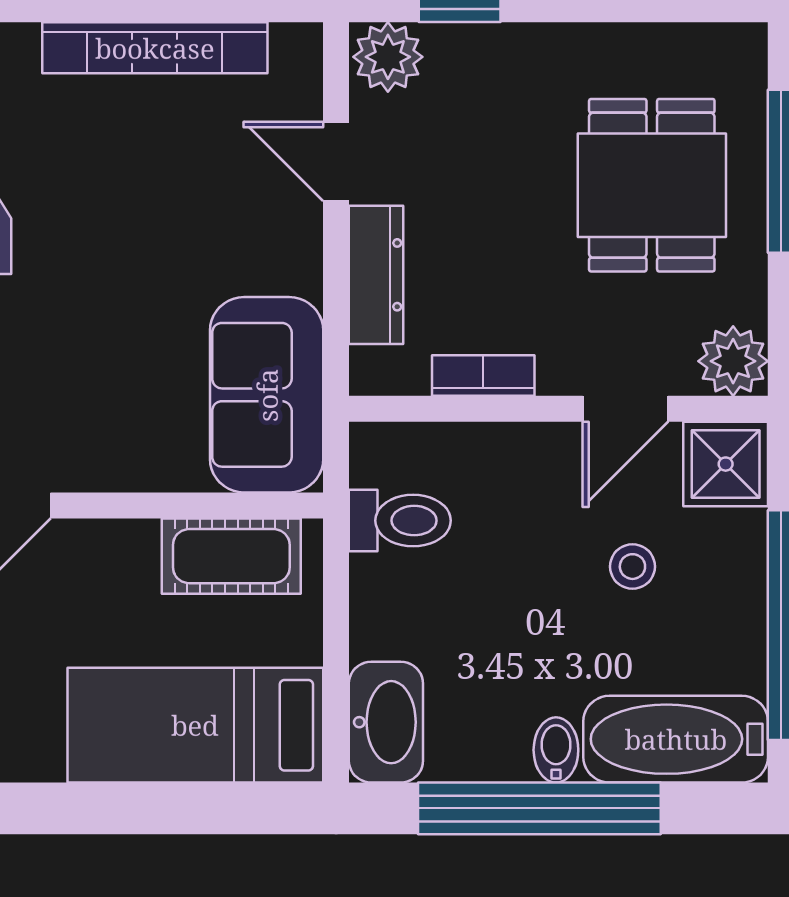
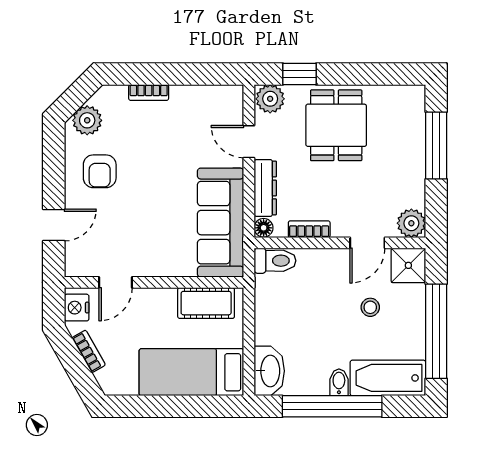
bookcase: (155, 48) -> (149, 93), width x0.43, depth x0.76
dining table: (652, 185) -> (336, 125), moved
floor lamp: (372, 372) -> (264, 228), added
sofa: (267, 395) -> (221, 223), width x1.36
toilet: (400, 521) -> (275, 261), moved

